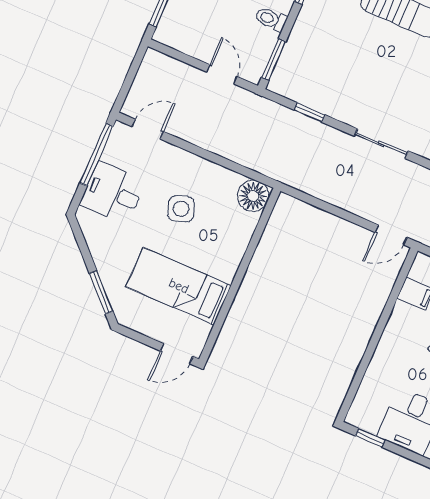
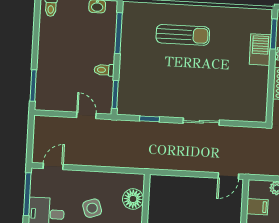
floor lamp: (253, 196) -> (133, 199), moved

